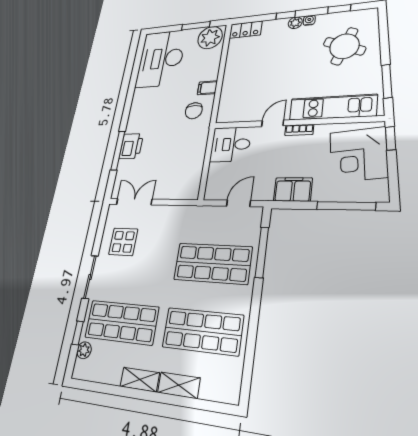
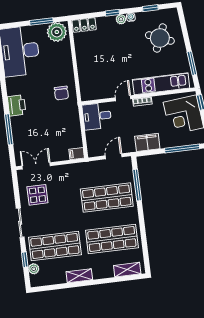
filing cabinet: (207, 88) -> (77, 154), moved
printer: (131, 146) -> (17, 105), moved
shelving: (179, 385) -> (127, 270), moved

